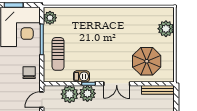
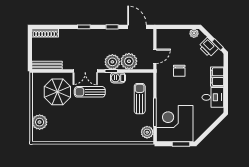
sun lounger: (112, 61) -> (90, 92), added
chair: (29, 73) -> (179, 71), moved
double door: (117, 84) -> (85, 71), swing flipped

